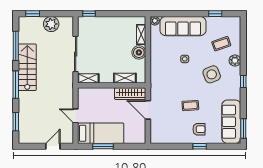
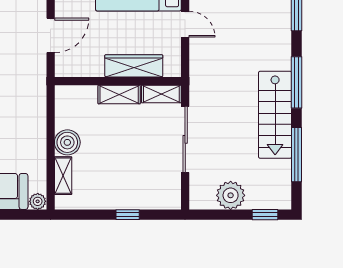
window: (89, 14) -> (128, 215), moved
shelving: (125, 78) -> (119, 95), moved
wardrobe: (130, 94) -> (134, 66), moved
door: (148, 110) -> (51, 35), hinge flipped

